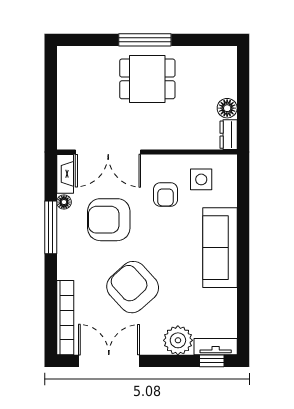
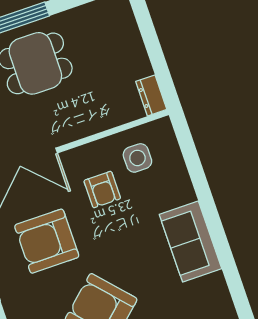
floor lamp: (227, 108) -> (139, 65), removed
sofa: (220, 248) -> (190, 241), width x0.73

